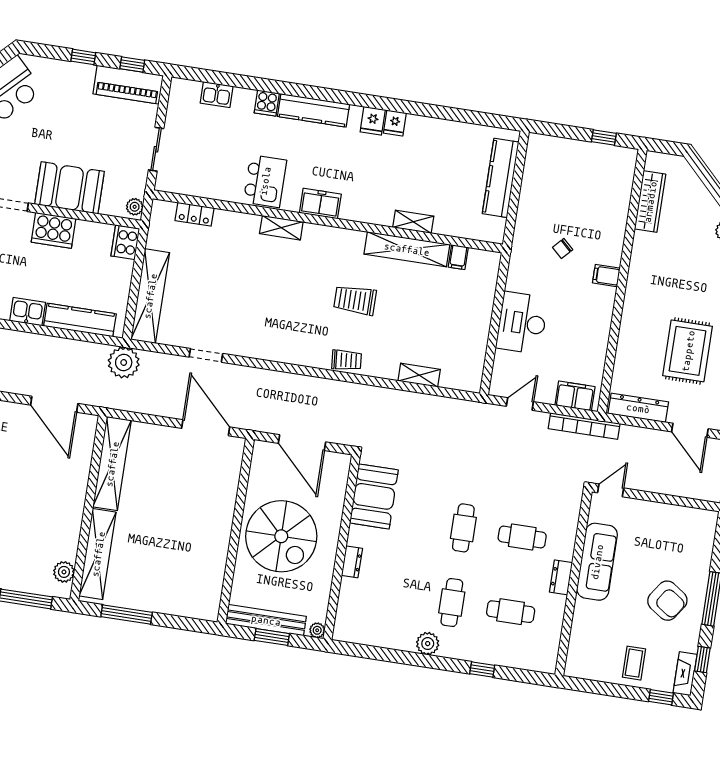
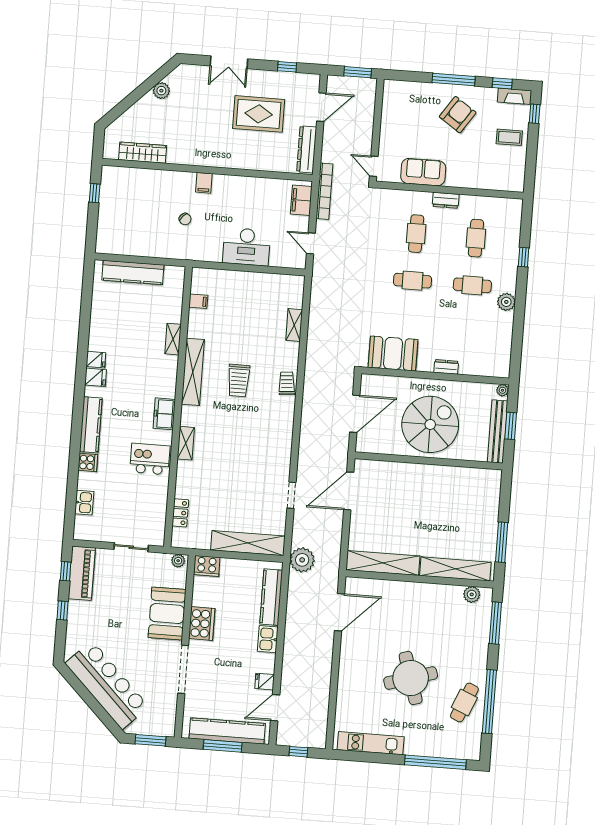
shelving: (407, 249) -> (193, 372), moved
sofa: (597, 562) -> (423, 172), width x0.73

